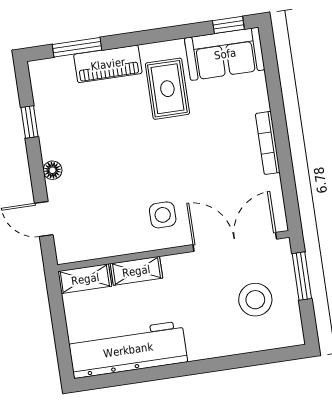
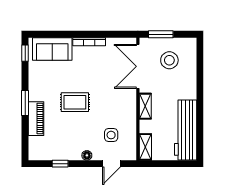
window: (77, 47) -> (25, 103), moved
sofa: (225, 54) -> (52, 49), moved, turned 90
rug: (167, 89) -> (75, 102), moved
side table: (163, 215) -> (111, 135), moved
shelving: (136, 271) -> (145, 106), moved

